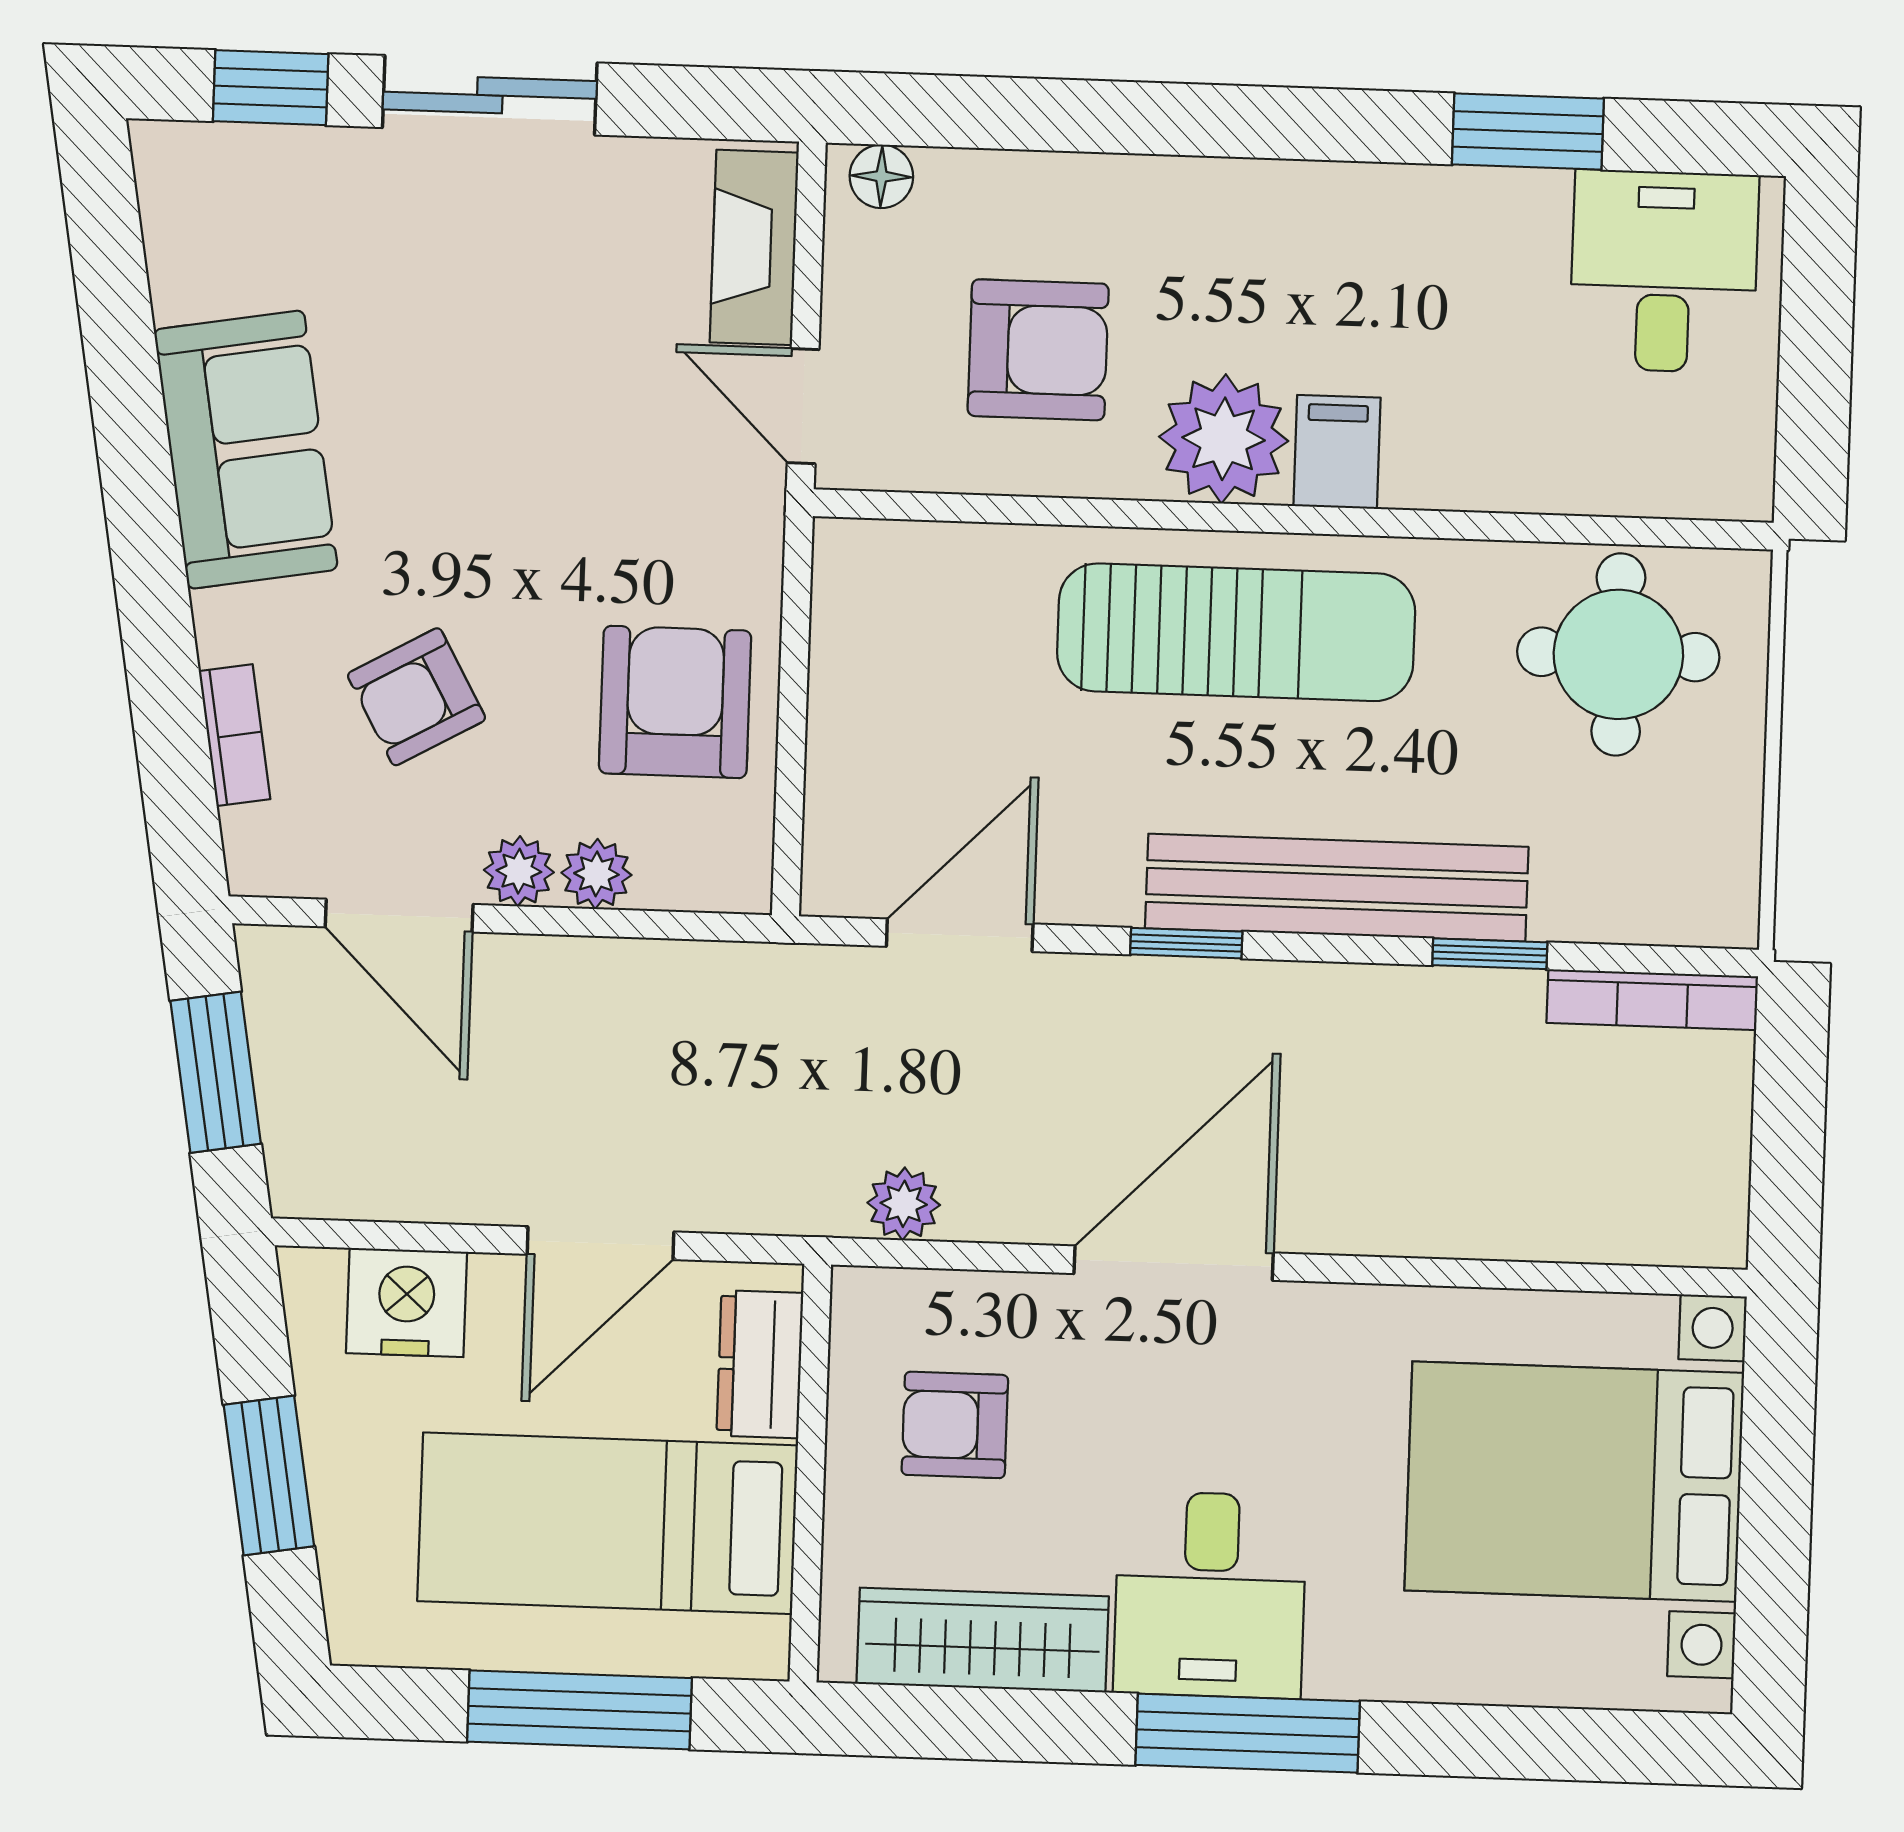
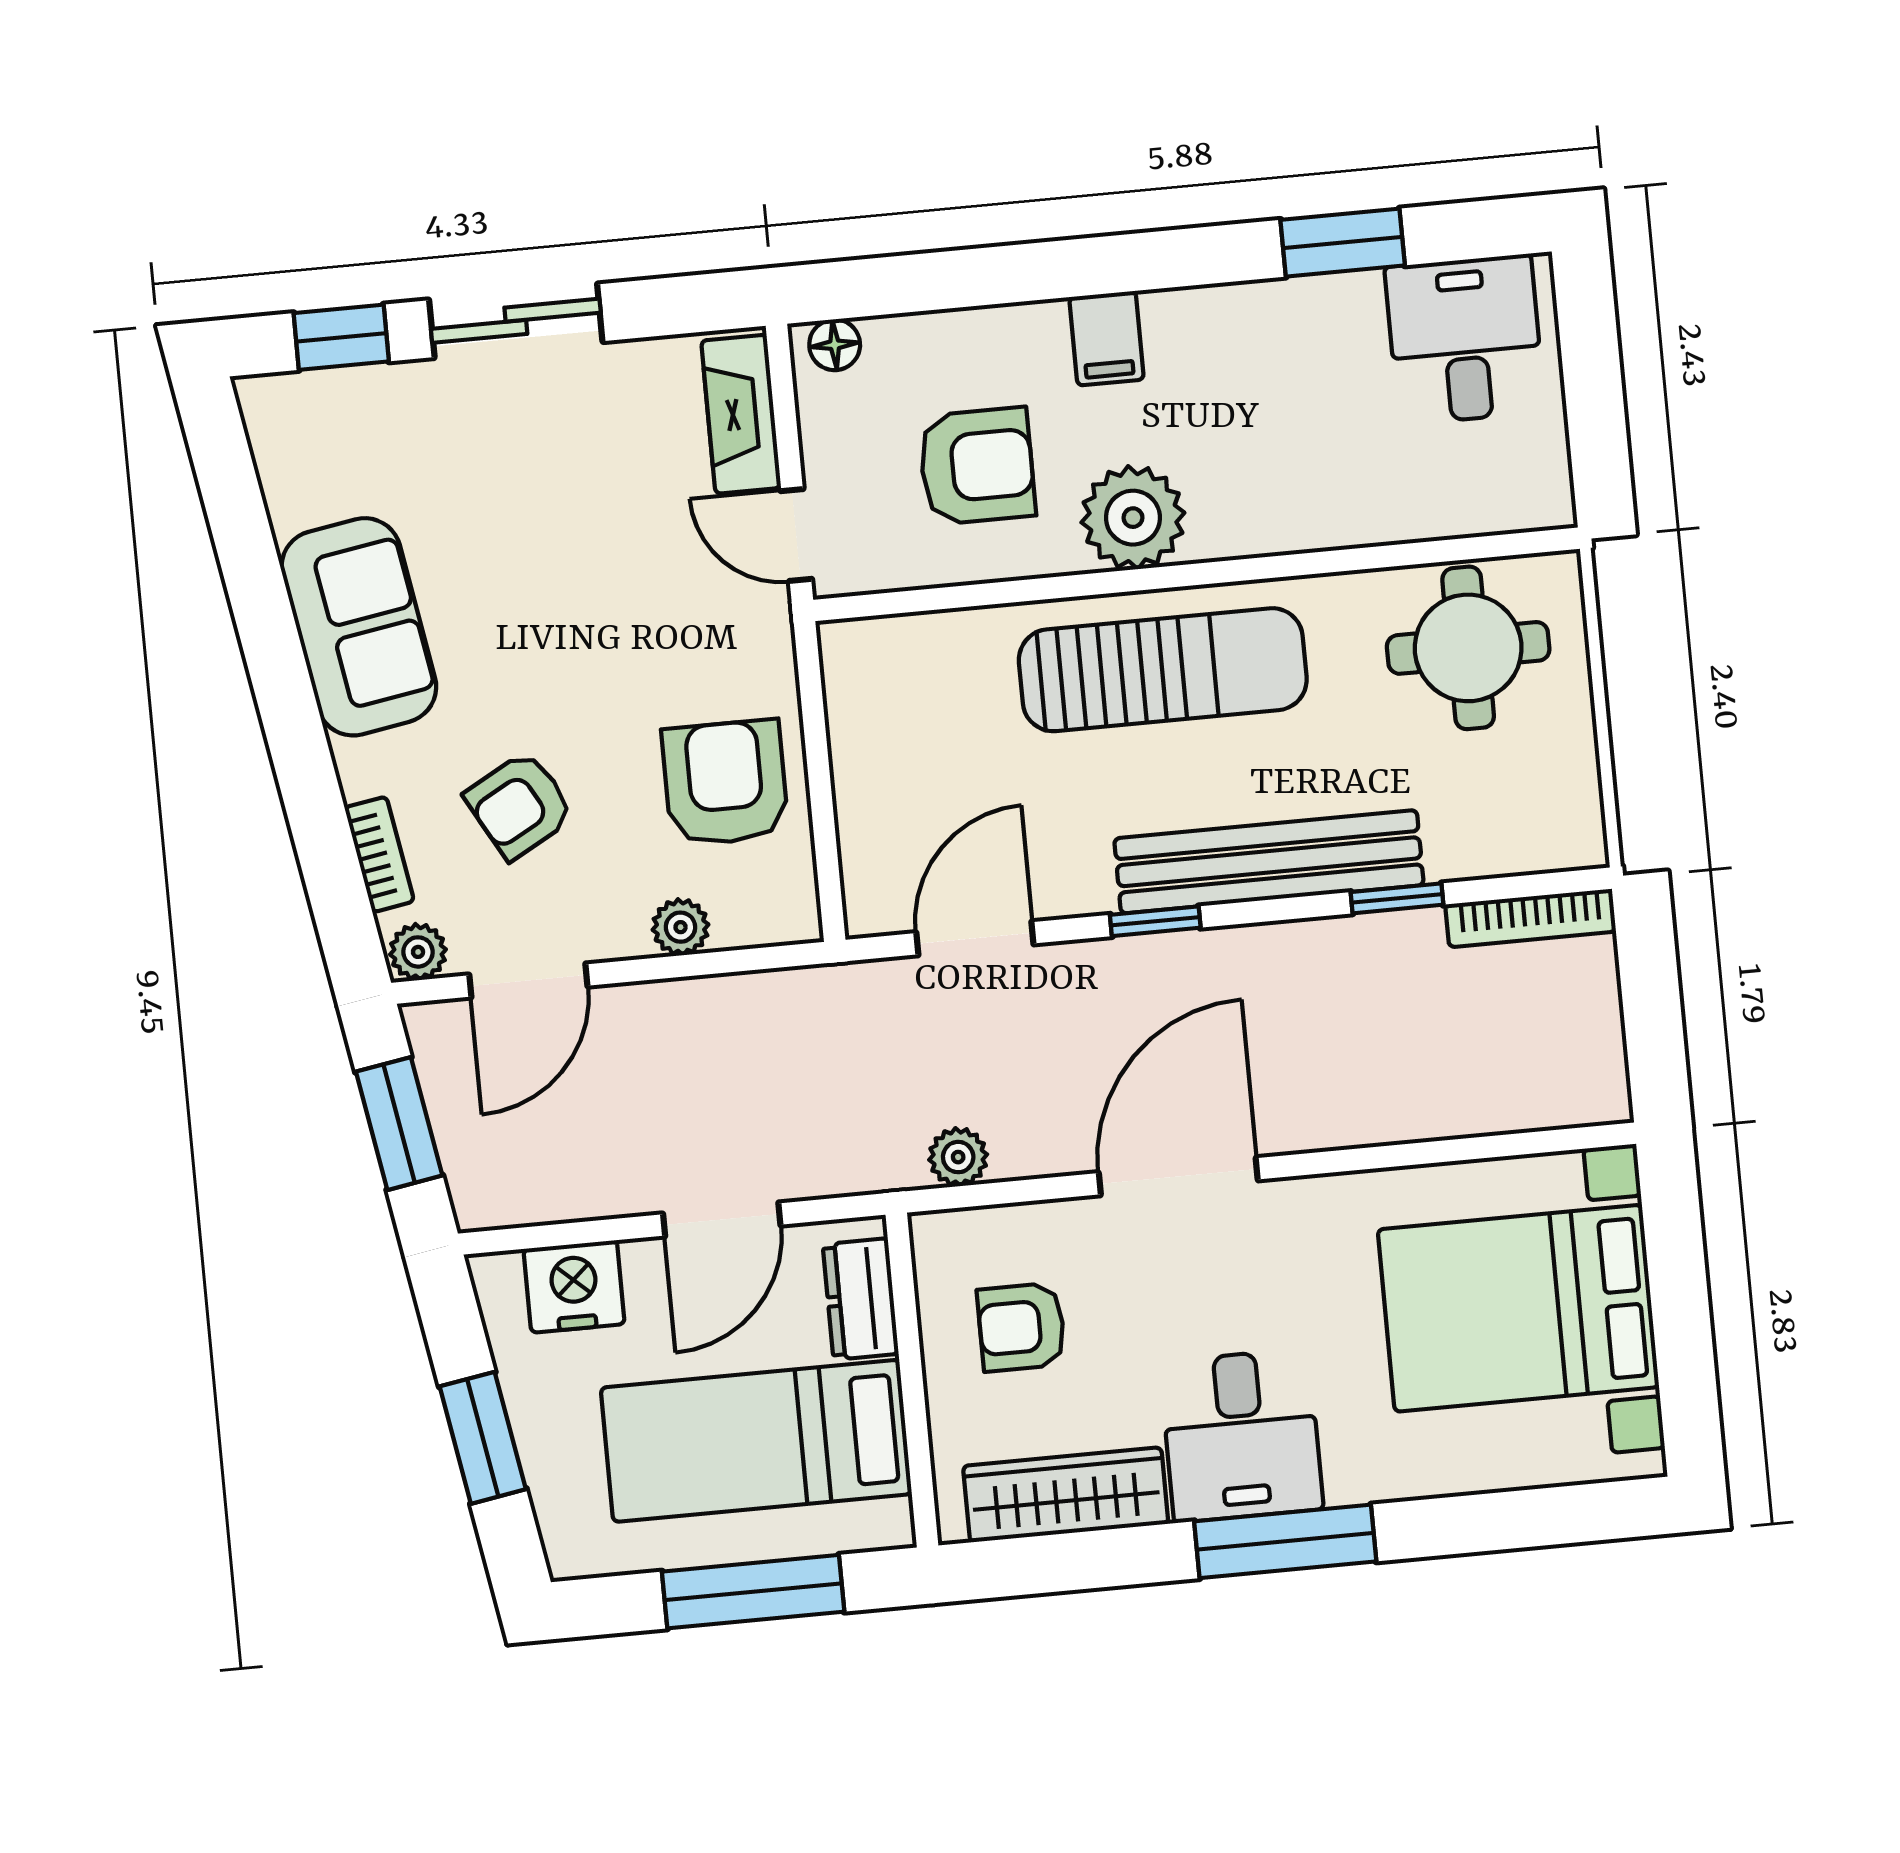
filing cabinet: (1337, 452) -> (1107, 338), moved, turned 180
plant: (519, 871) -> (418, 952), moved
door: (399, 916) -> (528, 981), hinge flipped

